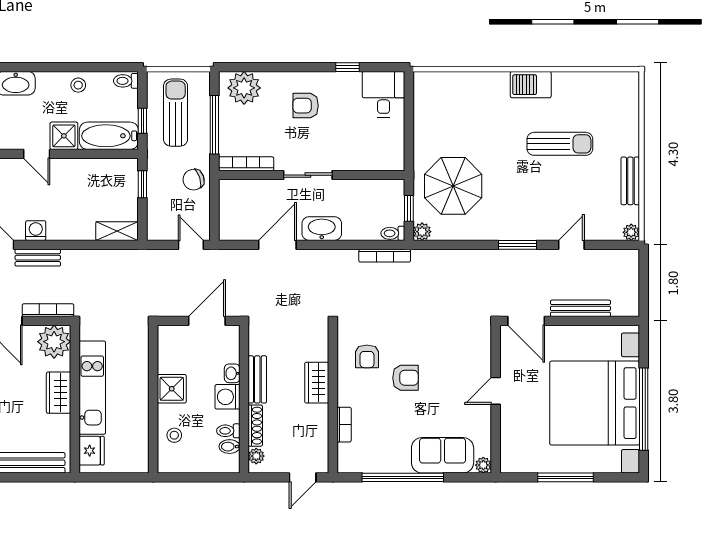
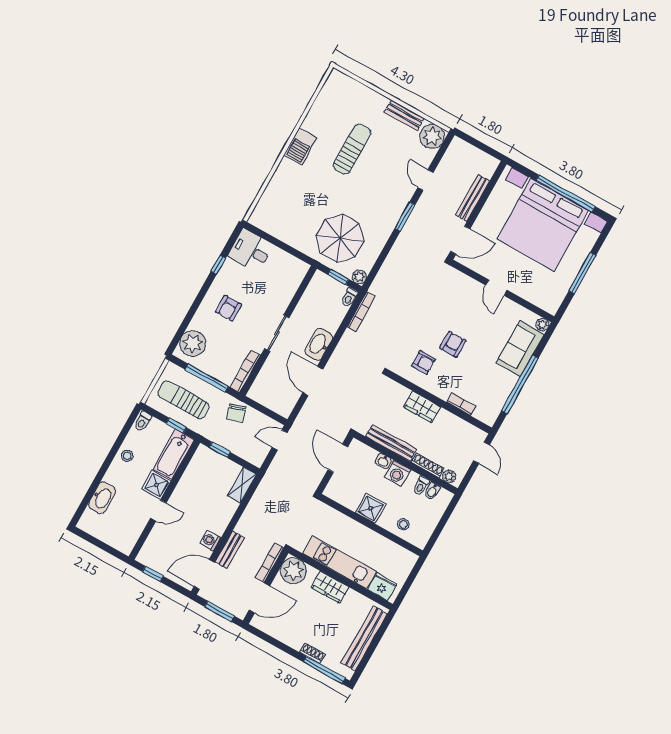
plant: (631, 232) -> (432, 136), width x1.87, depth x1.87
bench: (257, 379) -> (391, 443), width x1.36

